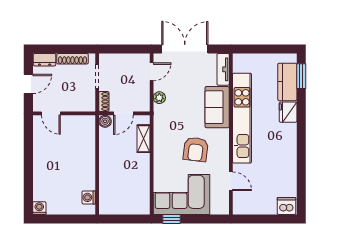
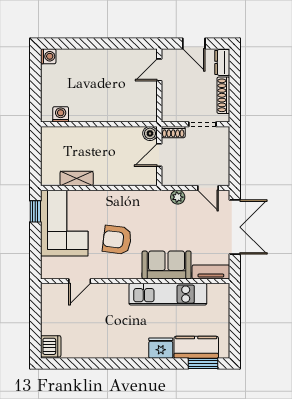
door: (123, 113) -> (159, 155), hinge flipped
kitchen unit: (242, 118) -> (168, 294), width x0.73
shelving: (143, 139) -> (77, 179), moved

